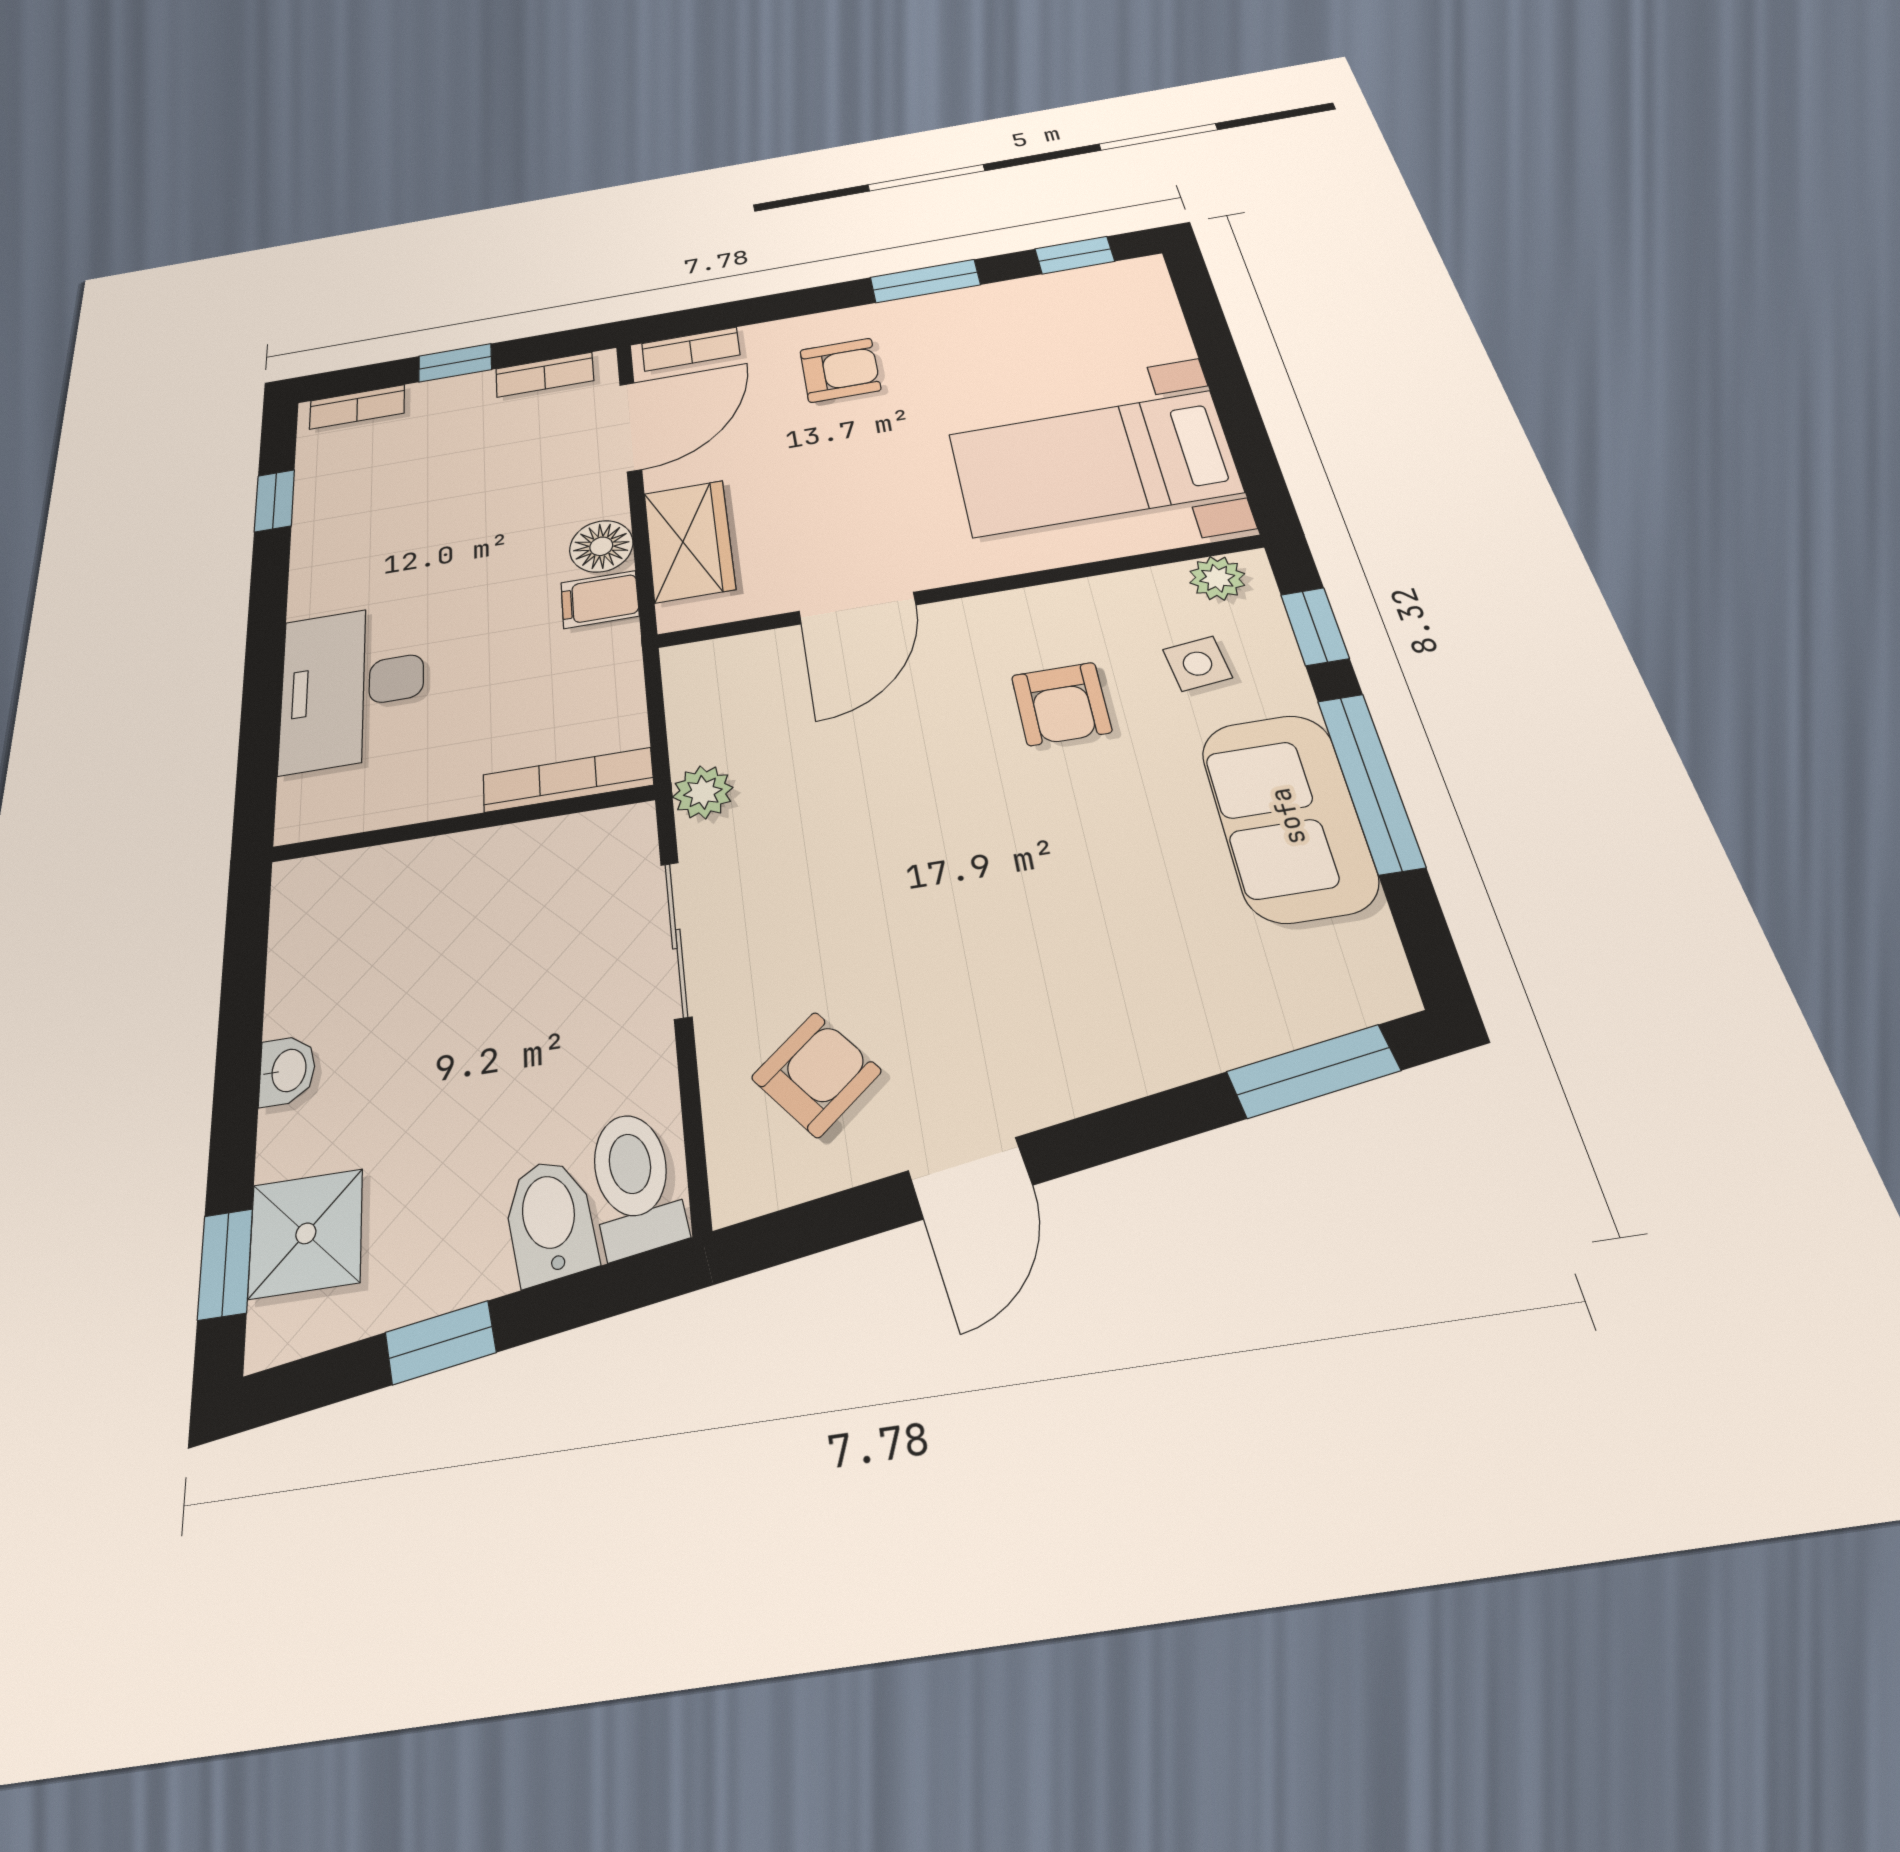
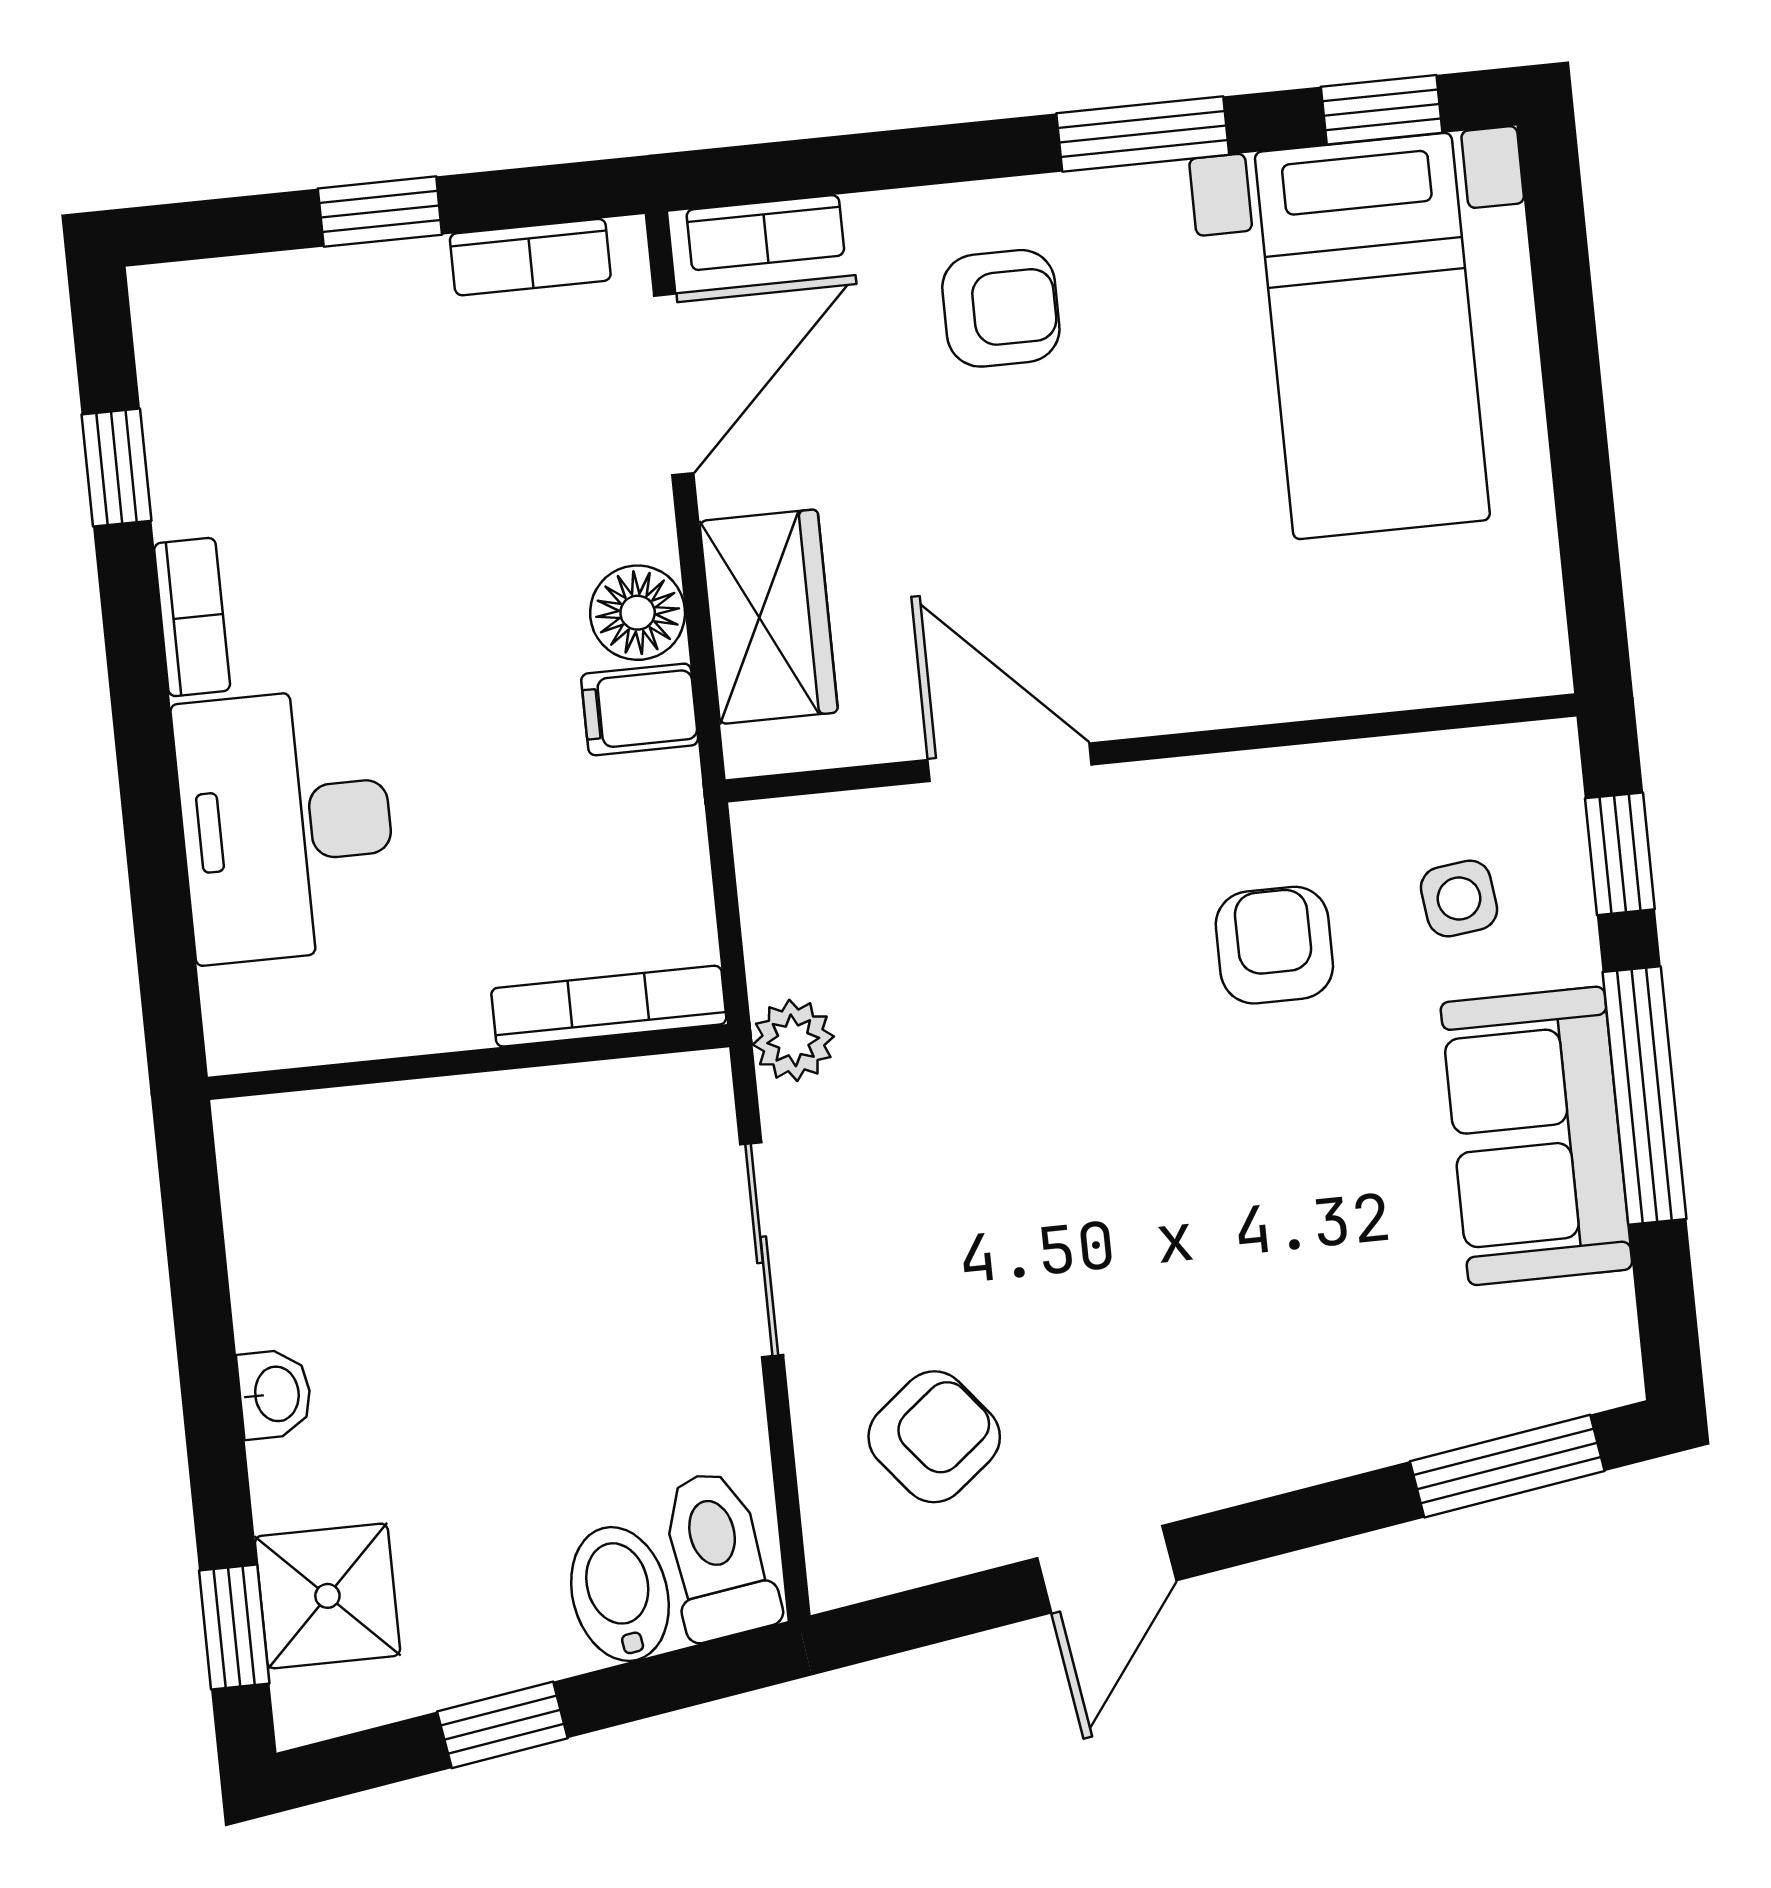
bookcase: (357, 407) -> (192, 617), moved, turned -90
bed with nightstands: (1093, 463) -> (1372, 336), moved, turned -90
plant: (1217, 578) -> (1506, 762), removed
door: (857, 608) -> (1010, 762), swing flipped
armchair: (1061, 704) -> (1274, 945), turned 180

